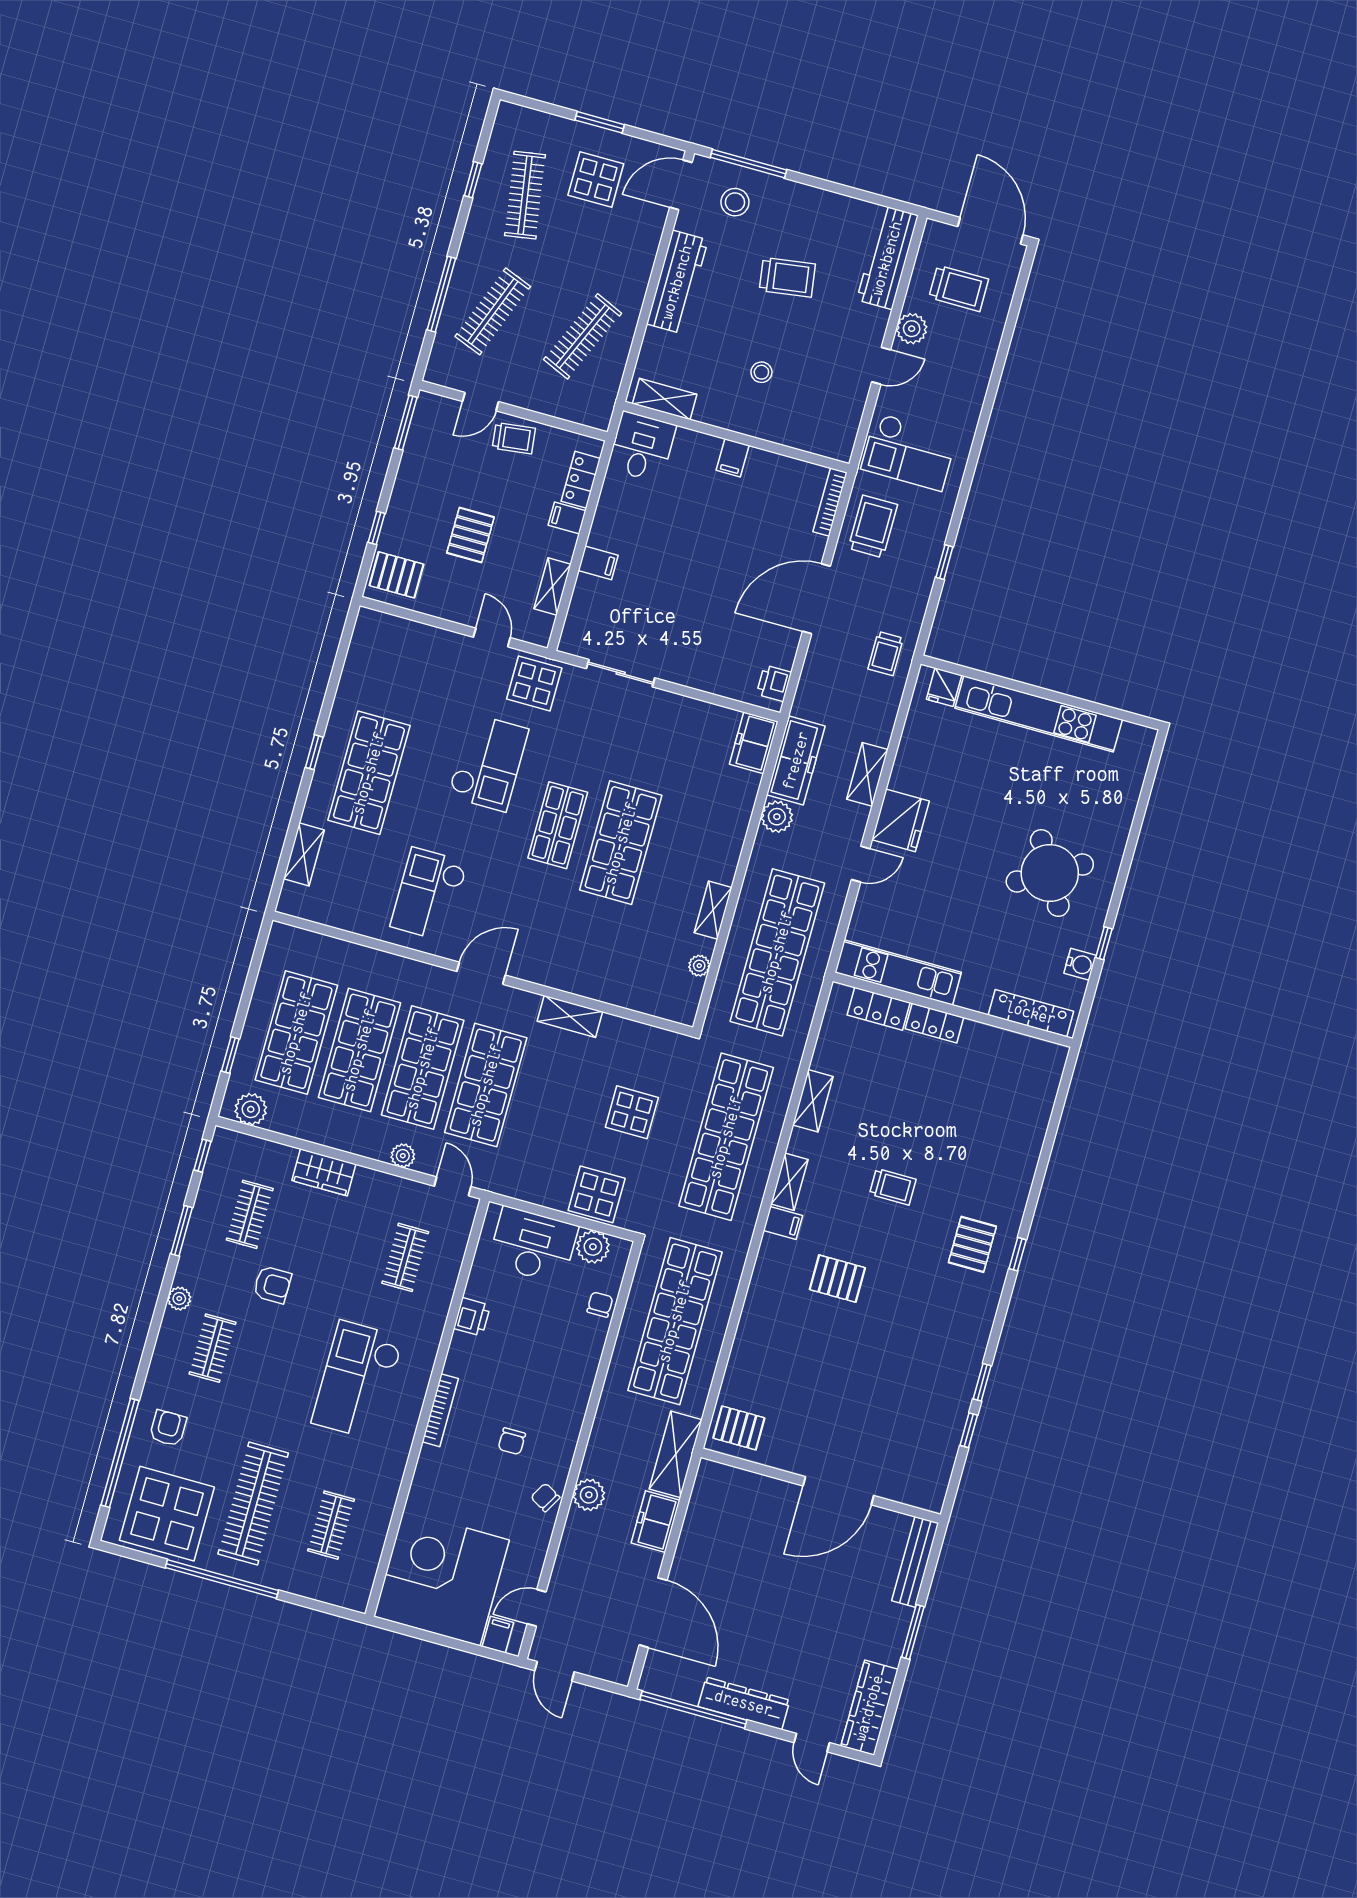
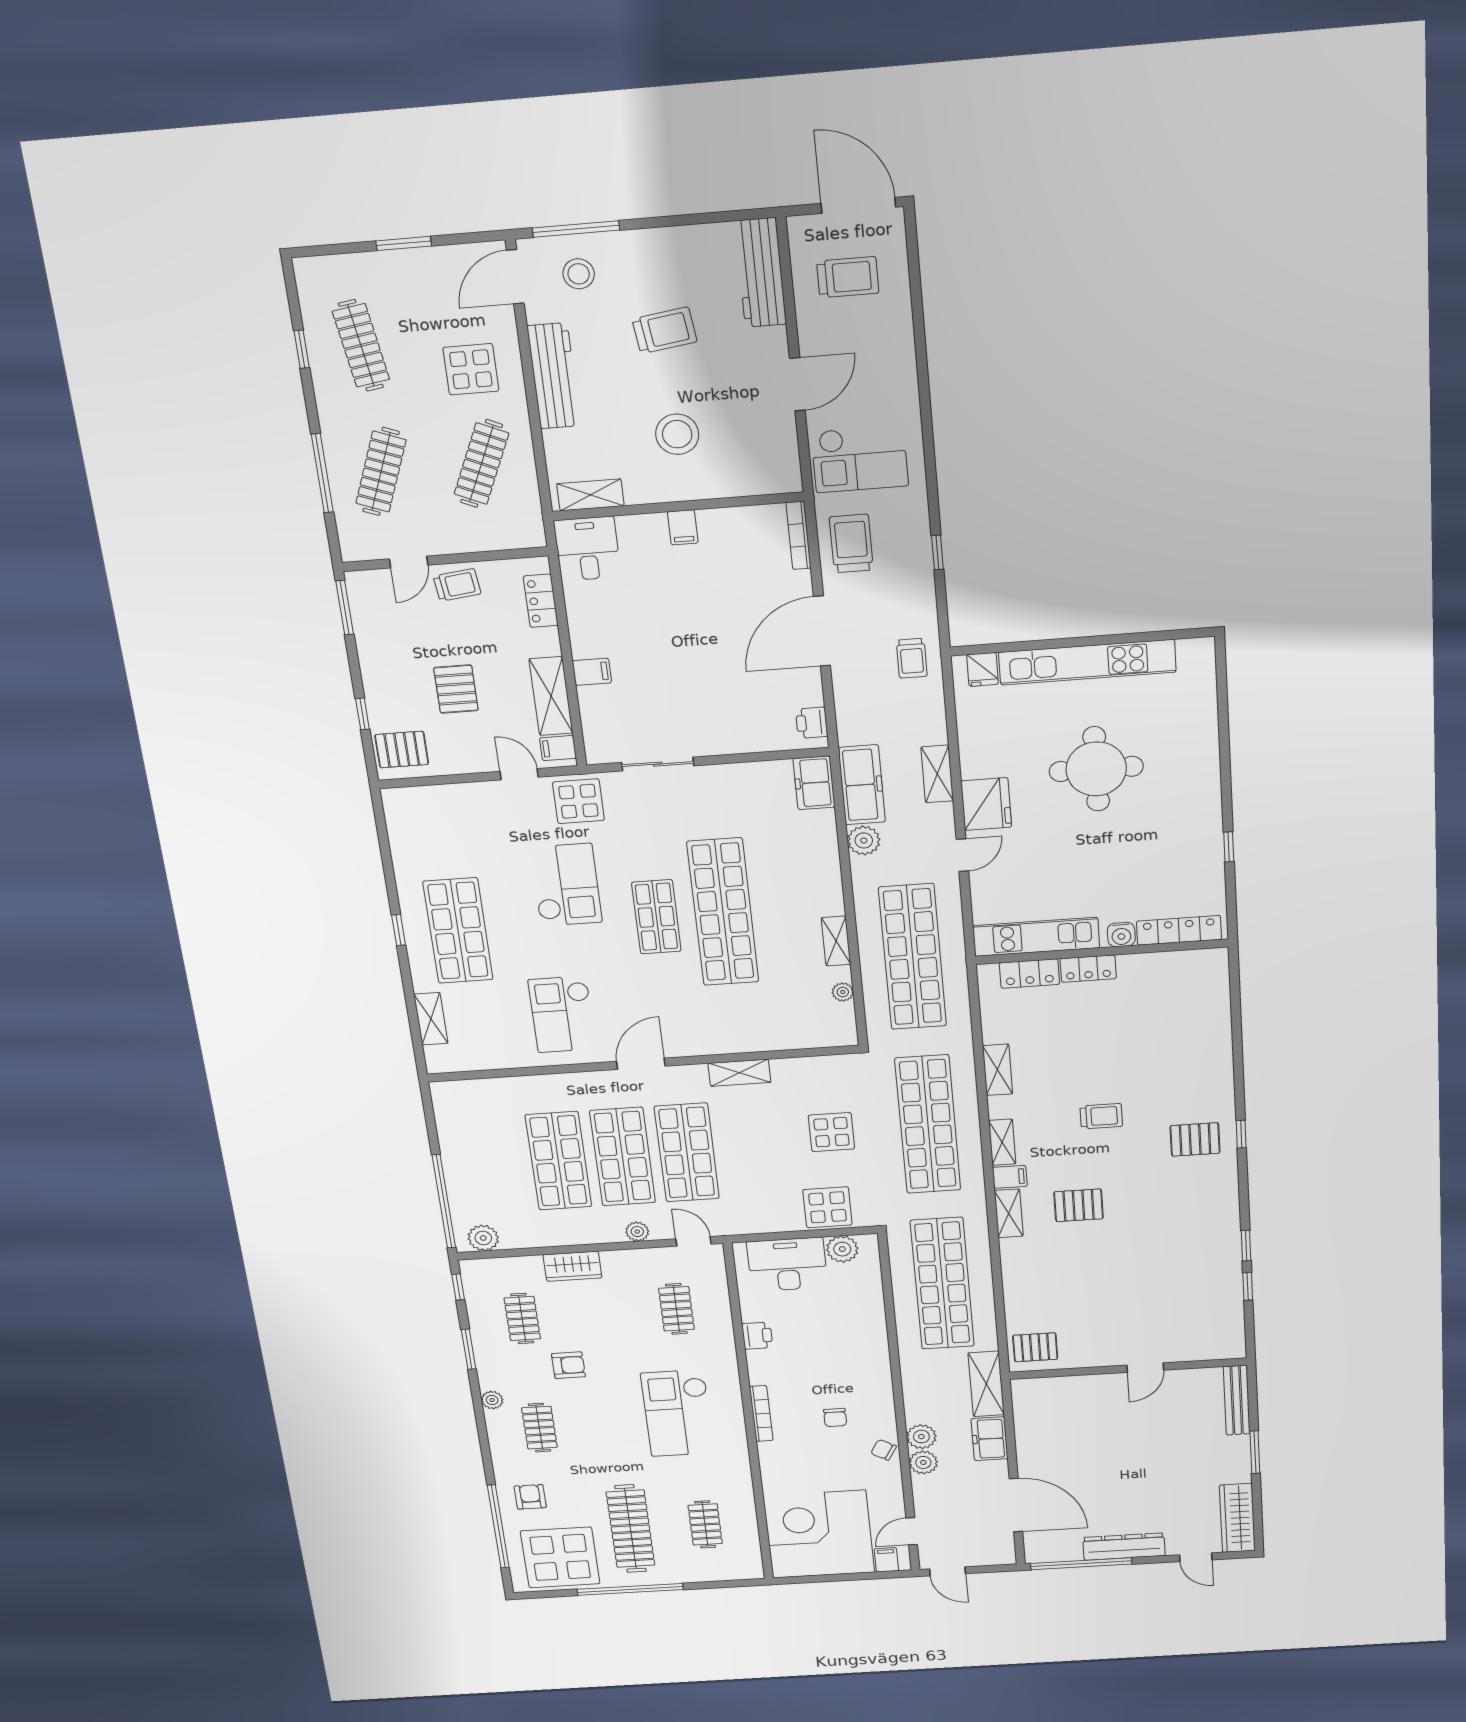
display table: (596, 179) -> (471, 369), moved
plant: (912, 329) -> (923, 1462), moved
door: (881, 366) -> (797, 384), width x1.38
stool: (761, 372) -> (677, 434), width x1.89, depth x1.89
filing cabinet: (567, 518) -> (558, 748), moved
shelving: (553, 587) -> (551, 696), width x1.50, depth x1.33
shop shelf: (621, 843) -> (723, 912), width x1.40
round table: (1050, 873) -> (1096, 769), moved, turned 30
water cooler: (1080, 964) -> (1121, 935), moved, turned 90
shop shelf: (296, 1033) -> (495, 1165), removed
window: (230, 1055) -> (444, 1201), width x3.17
pallet: (972, 1244) -> (1195, 1139), turned 90
shelving: (768, 1264) -> (1009, 1213), added
chair: (600, 1305) -> (868, 1292), removed
door: (838, 1491) -> (1145, 1368), width x0.53

